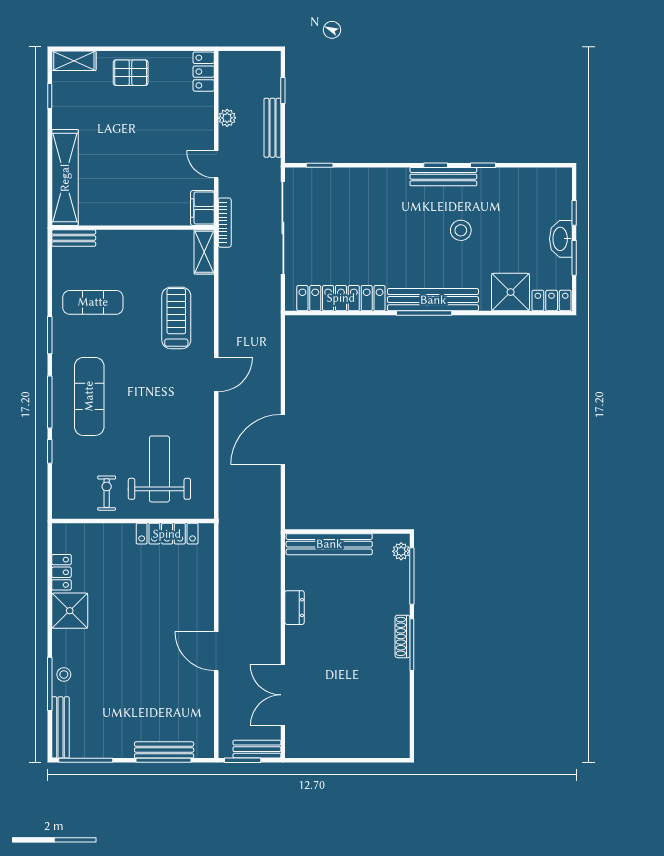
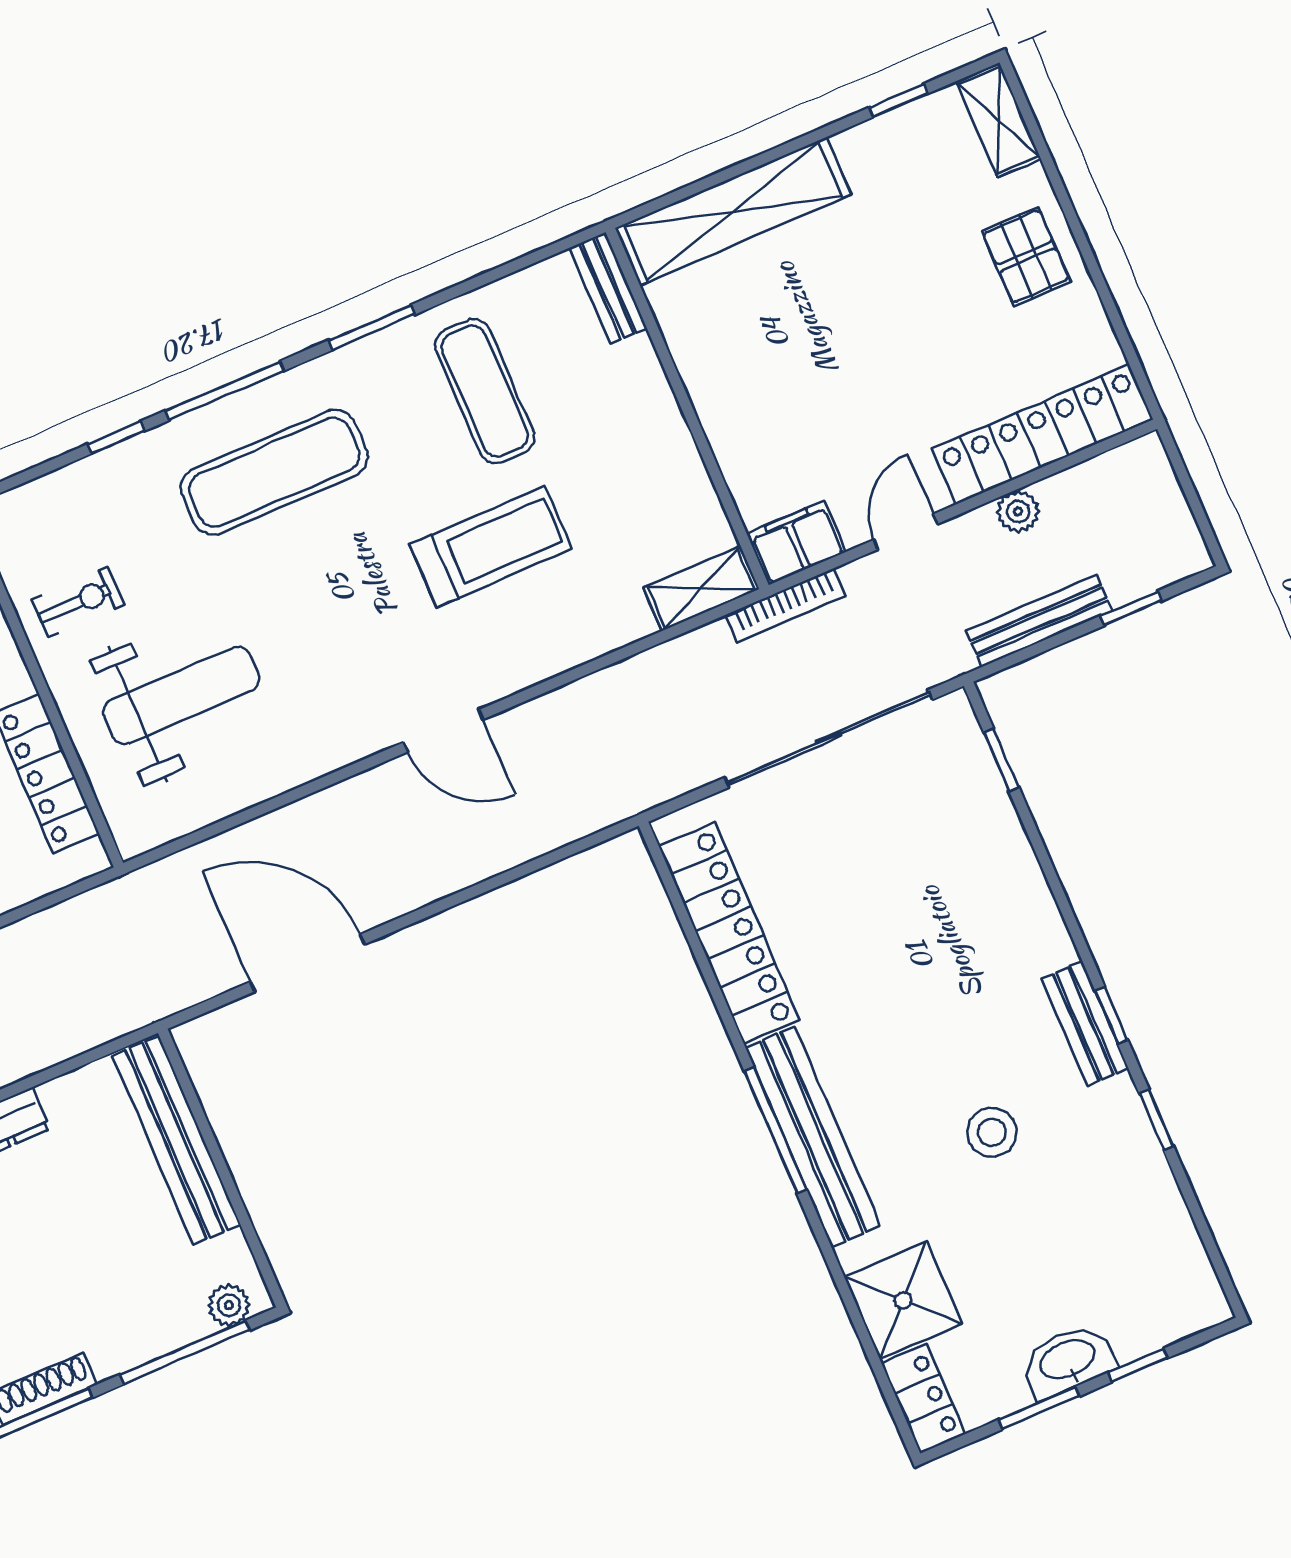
locker: (204, 72) -> (1043, 434), width x2.16, depth x1.21
bench: (443, 177) -> (1085, 1024), width x0.73
treadmill: (176, 318) -> (491, 547), moved
door: (283, 440) -> (307, 963), moved

